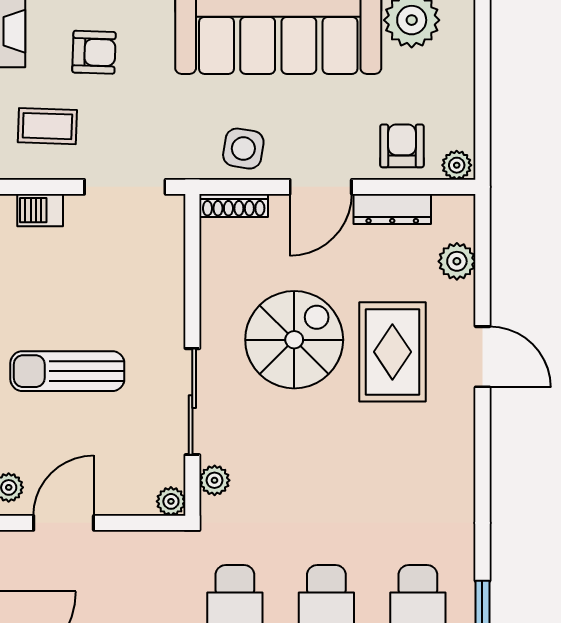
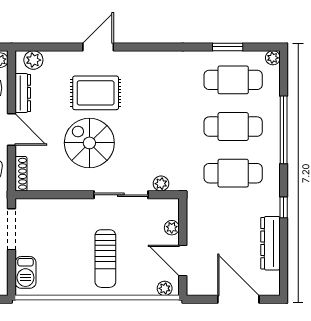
barbecue: (40, 210) -> (25, 272), width x1.38, depth x1.27
plant: (457, 261) -> (33, 60), moved
plant: (171, 501) -> (172, 228), moved

